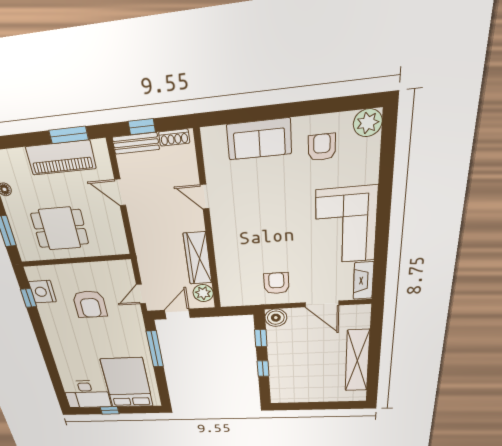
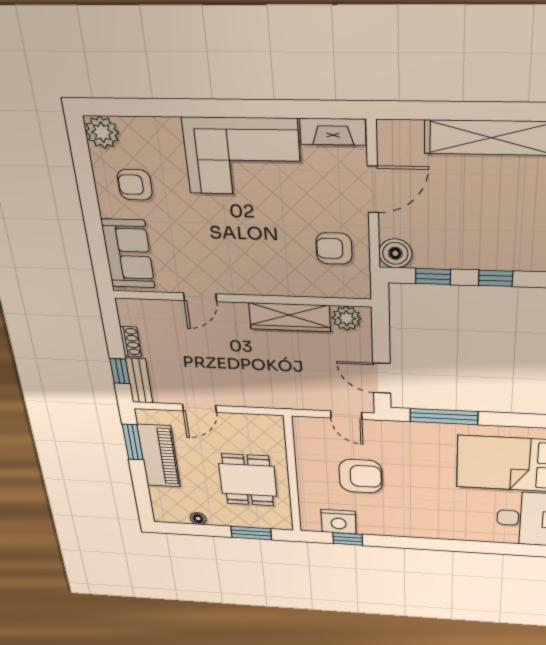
door: (204, 197) -> (200, 297), moved
wall: (208, 226) -> (241, 299), moved
wardrobe: (198, 258) -> (290, 317), moved
plant: (203, 293) -> (346, 318), moved

